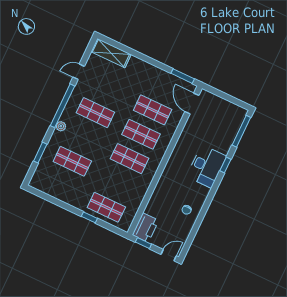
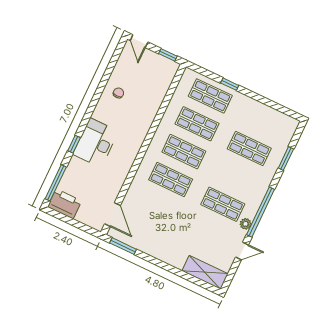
shop shelf: (153, 110) -> (197, 124), moved
plant: (61, 126) -> (246, 224), moved
printer: (146, 228) -> (65, 204), moved, turned 90
door: (169, 255) -> (139, 41), hinge flipped

